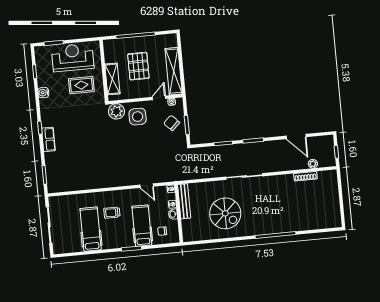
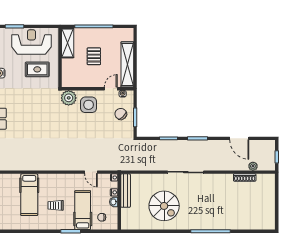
pallet: (138, 66) -> (94, 56), width x0.67, depth x0.71
shelving: (112, 79) -> (68, 43), moved
trolley: (112, 213) -> (56, 205), moved
hospital bed: (91, 229) -> (29, 195), moved, turned 180

